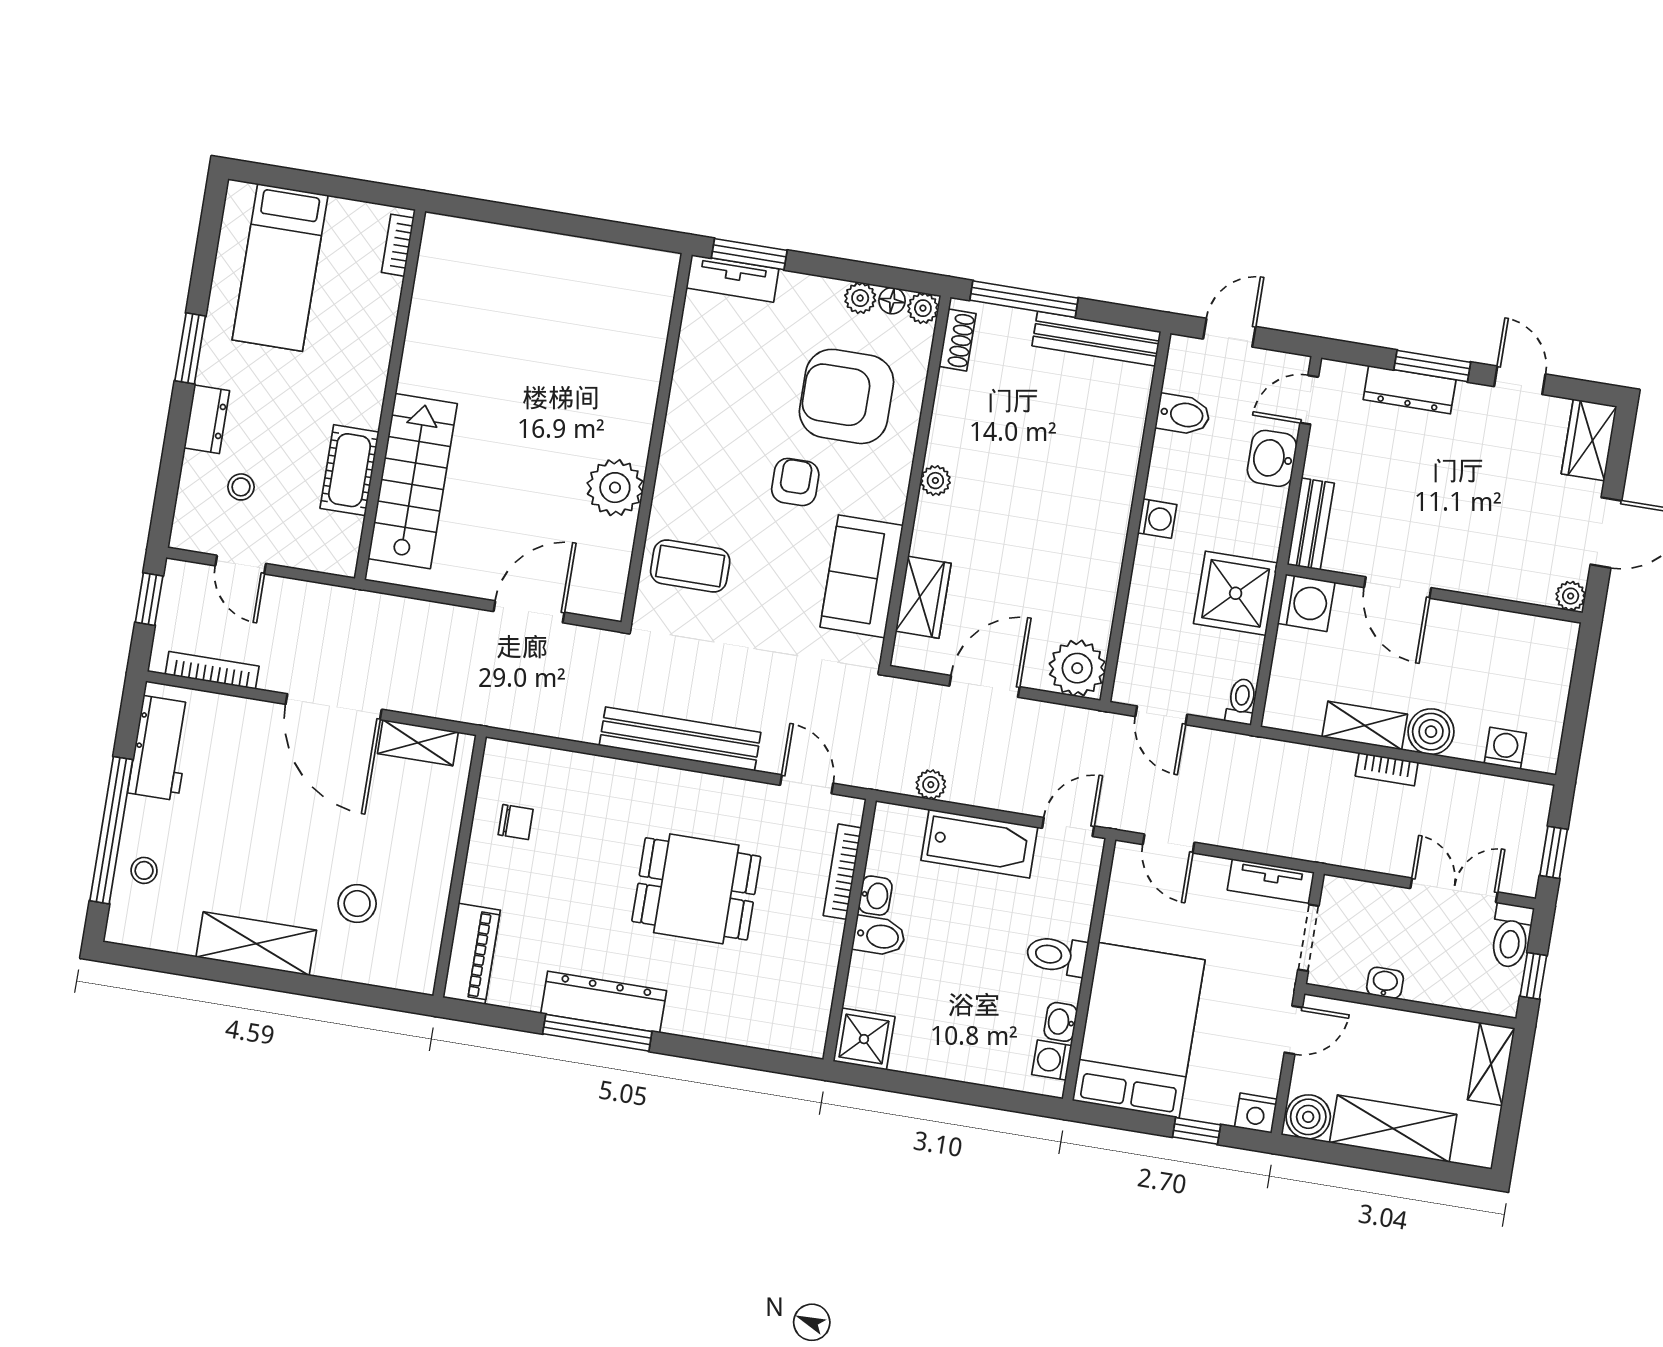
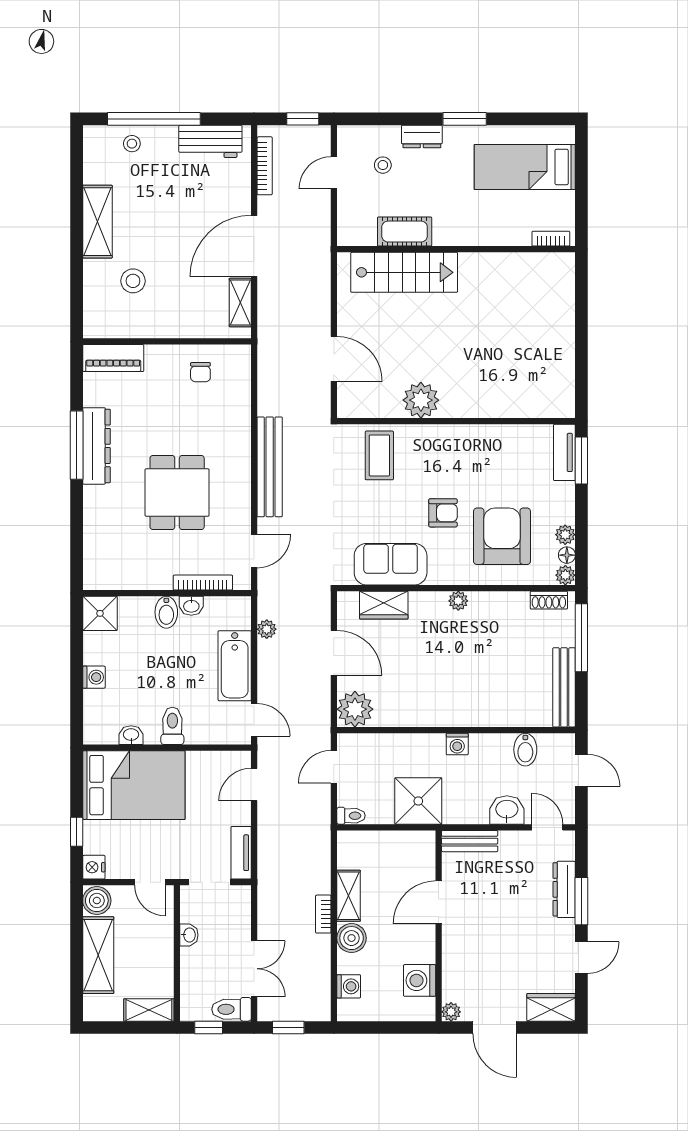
washing machine: (1306, 603) -> (420, 980), moved, turned 90
washing machine: (1052, 1060) -> (94, 677), moved, turned 90

